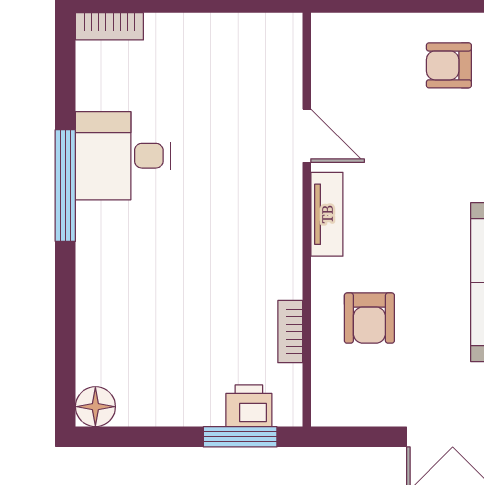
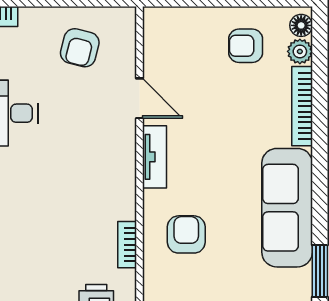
armchair: (227, 68) -> (80, 48), added
armchair: (369, 318) -> (186, 234), turned 180

